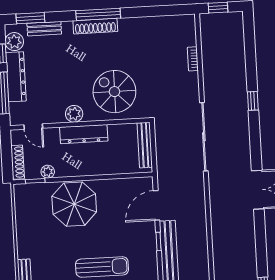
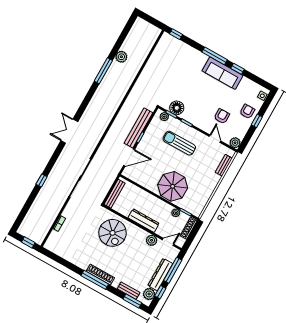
plant: (74, 114) -> (152, 240), moved
door: (33, 127) -> (168, 242), hinge flipped

